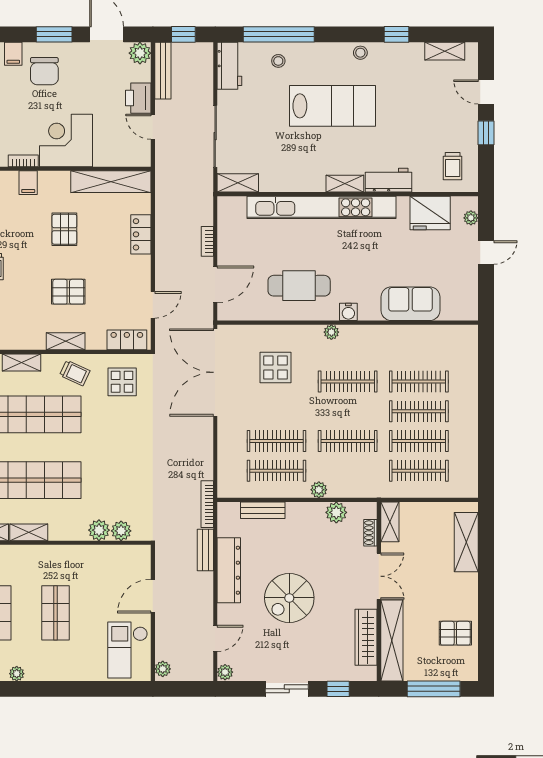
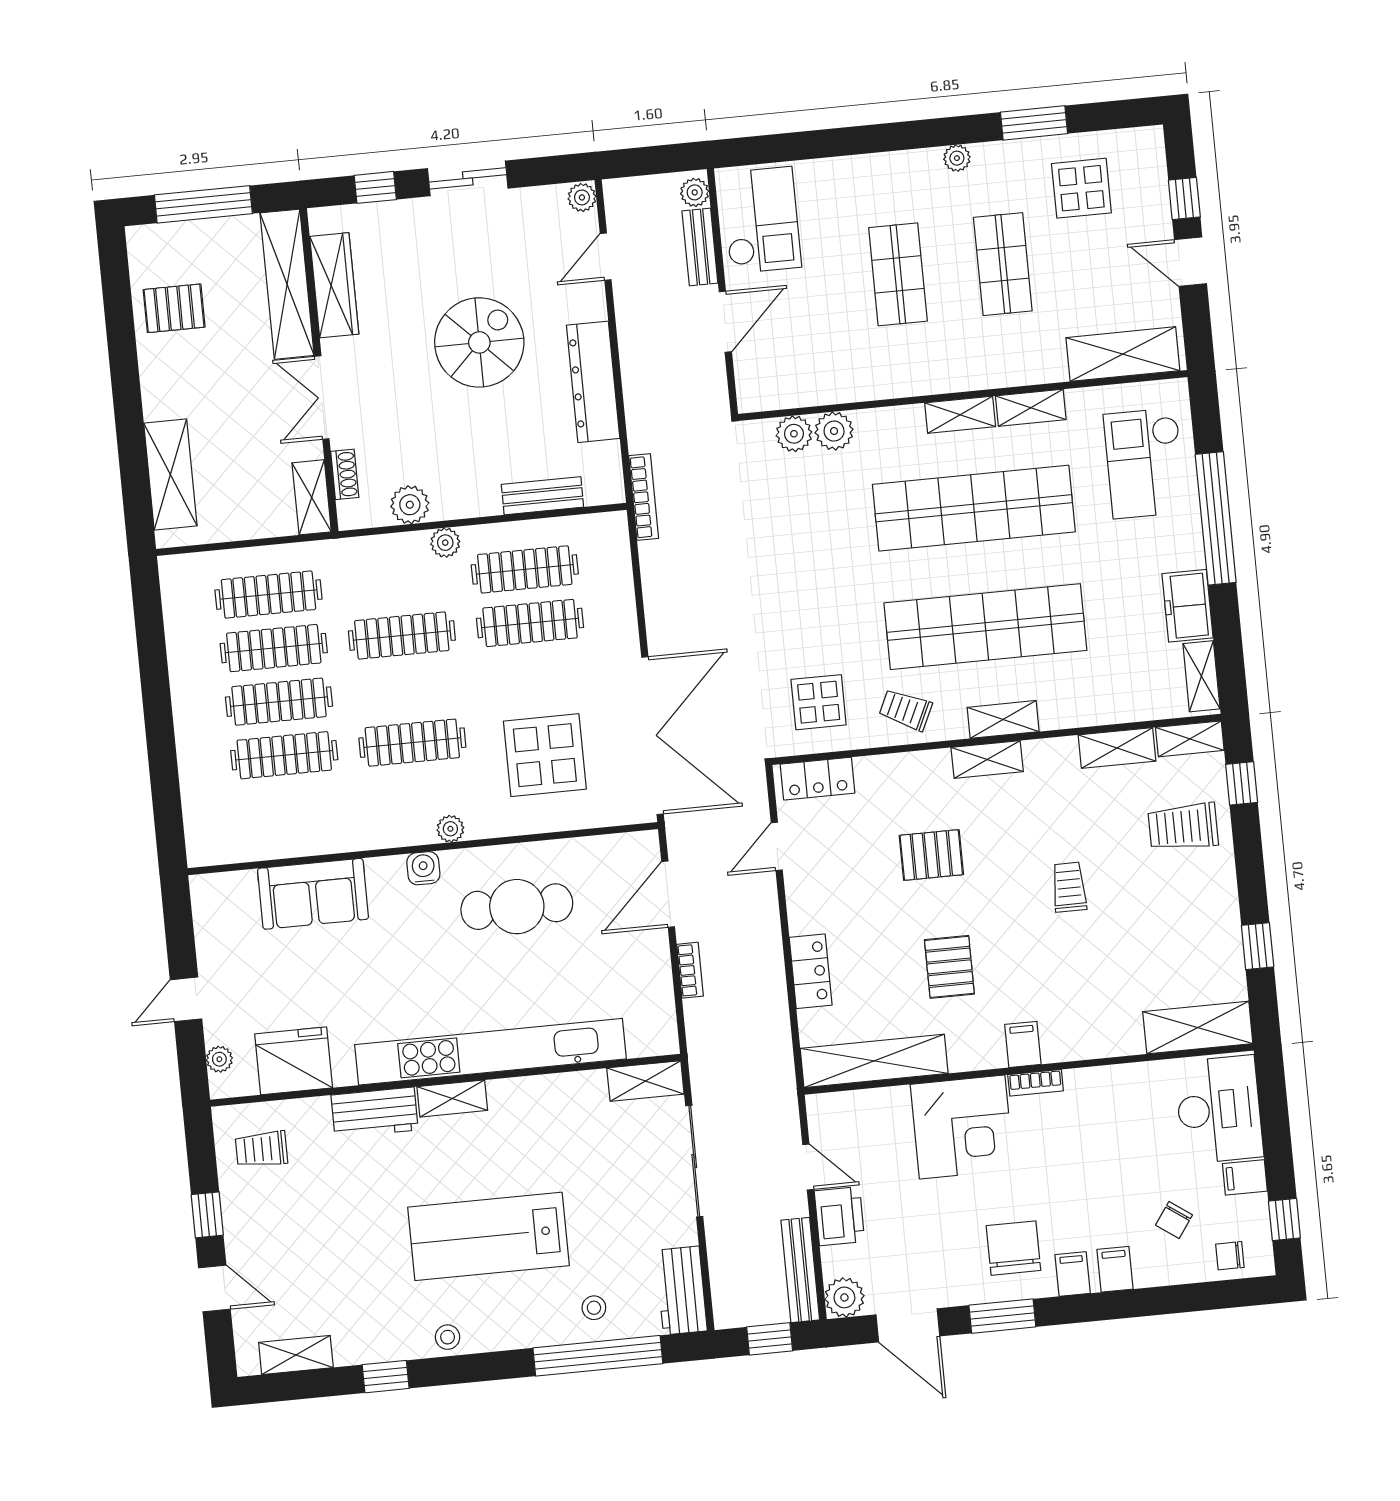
trolley: (453, 166) -> (261, 1149), turned -90
shelving: (66, 341) -> (987, 760), moved
display table: (275, 368) -> (545, 755), width x1.36, depth x1.36
bench: (205, 550) -> (700, 247), moved

